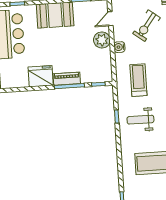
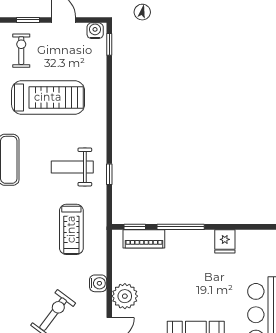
fridge: (41, 76) -> (225, 241), width x0.53, depth x0.75
piano: (67, 79) -> (144, 239), moved
weight bench: (140, 120) -> (72, 167), turned 180

